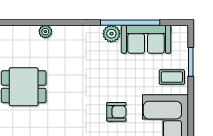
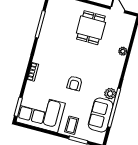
armchair: (116, 112) -> (75, 83), moved

